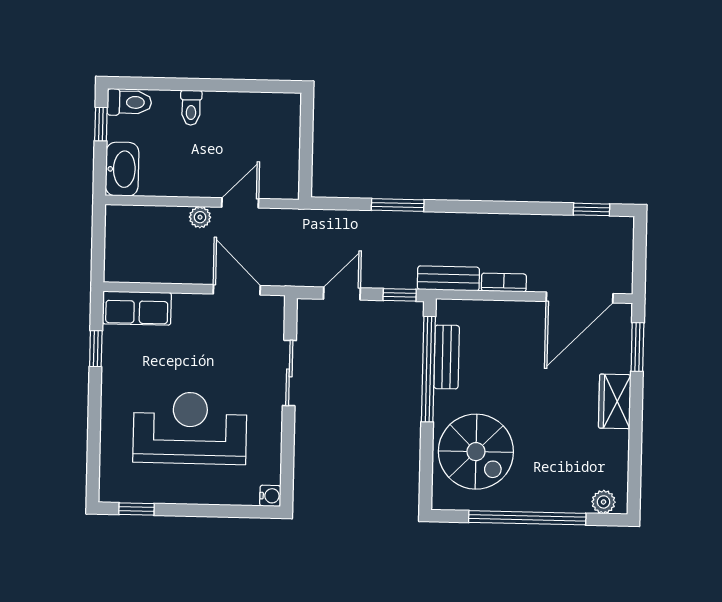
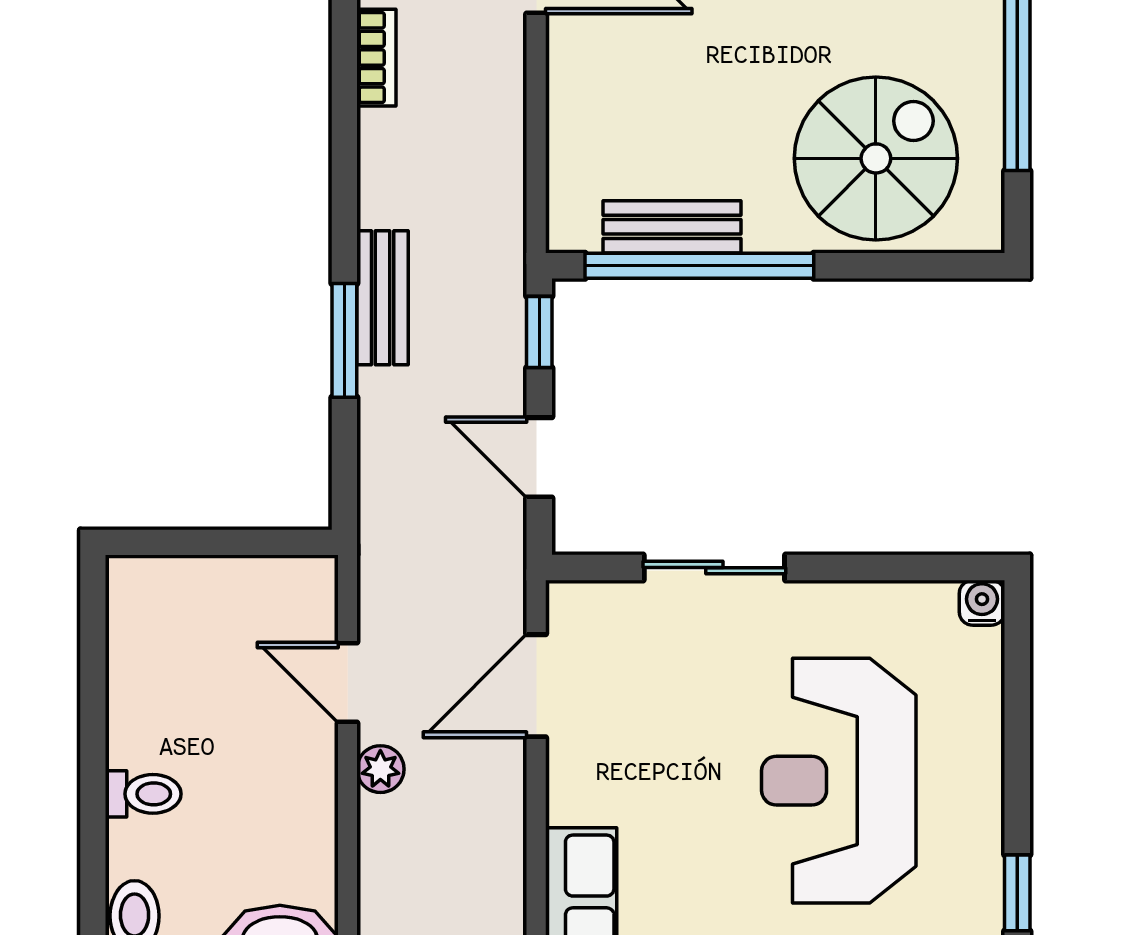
bench: (448, 278) -> (383, 298), moved
bookcase: (504, 282) -> (376, 58), moved, turned 180

